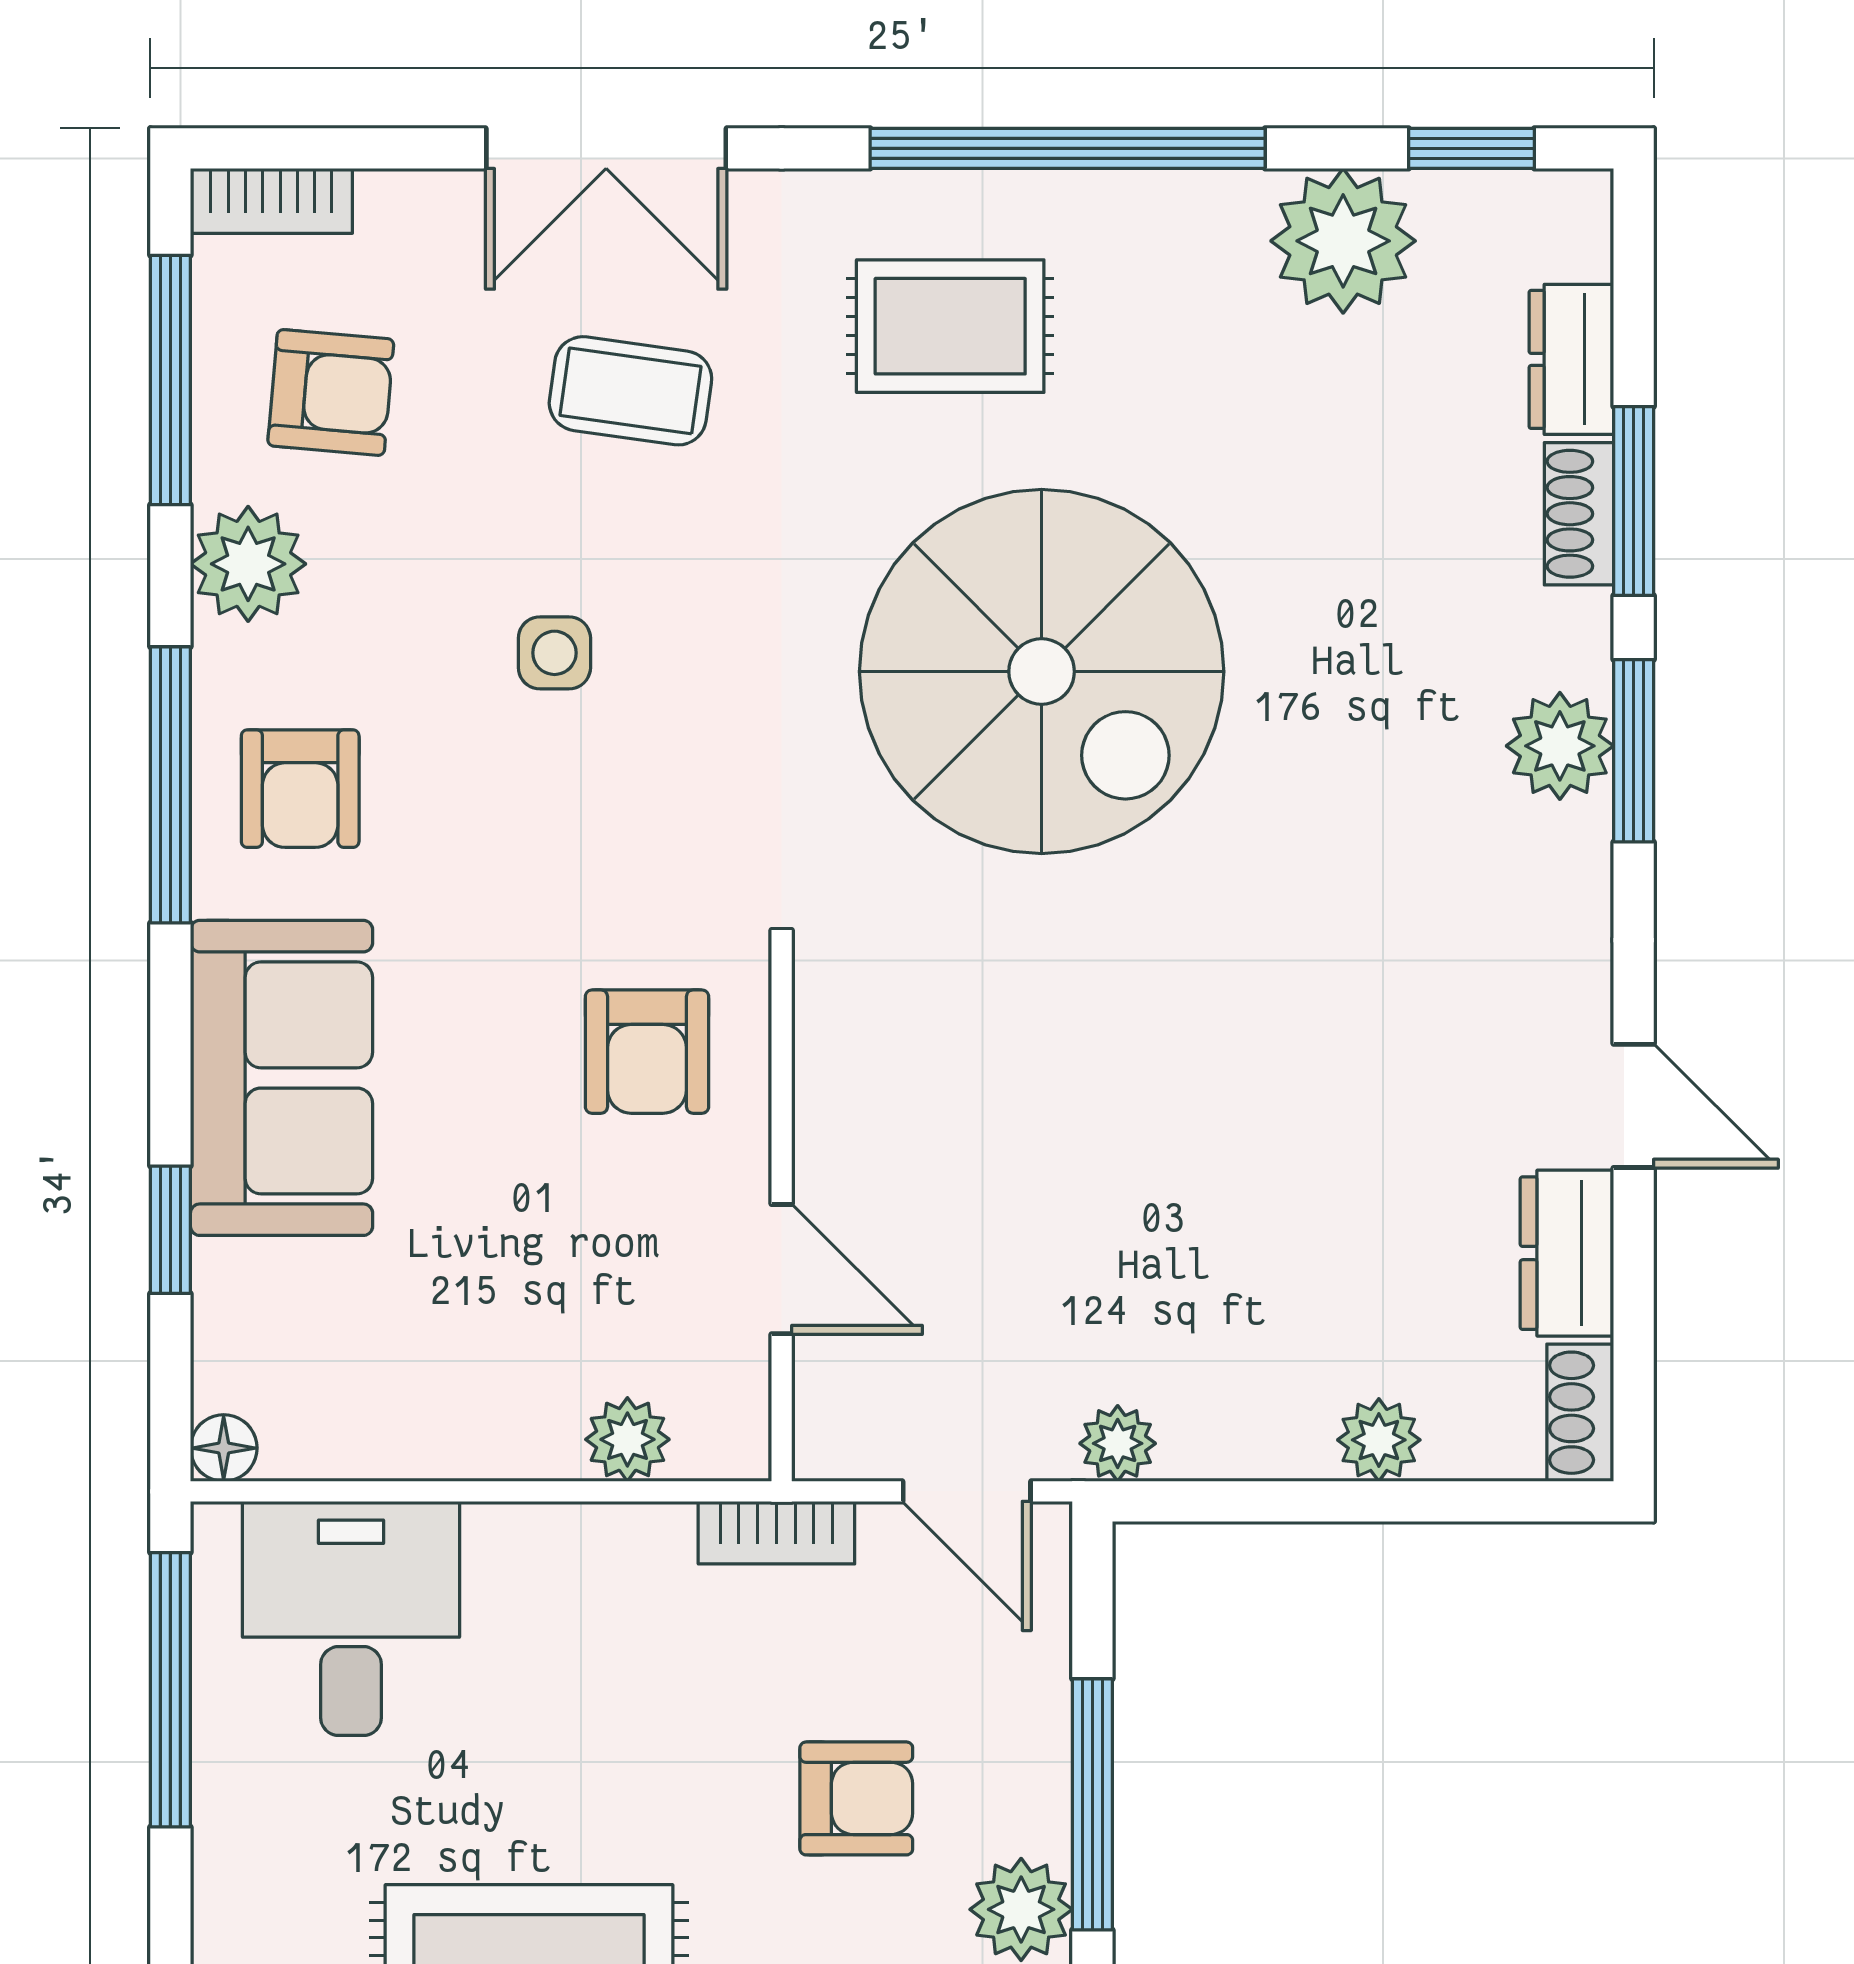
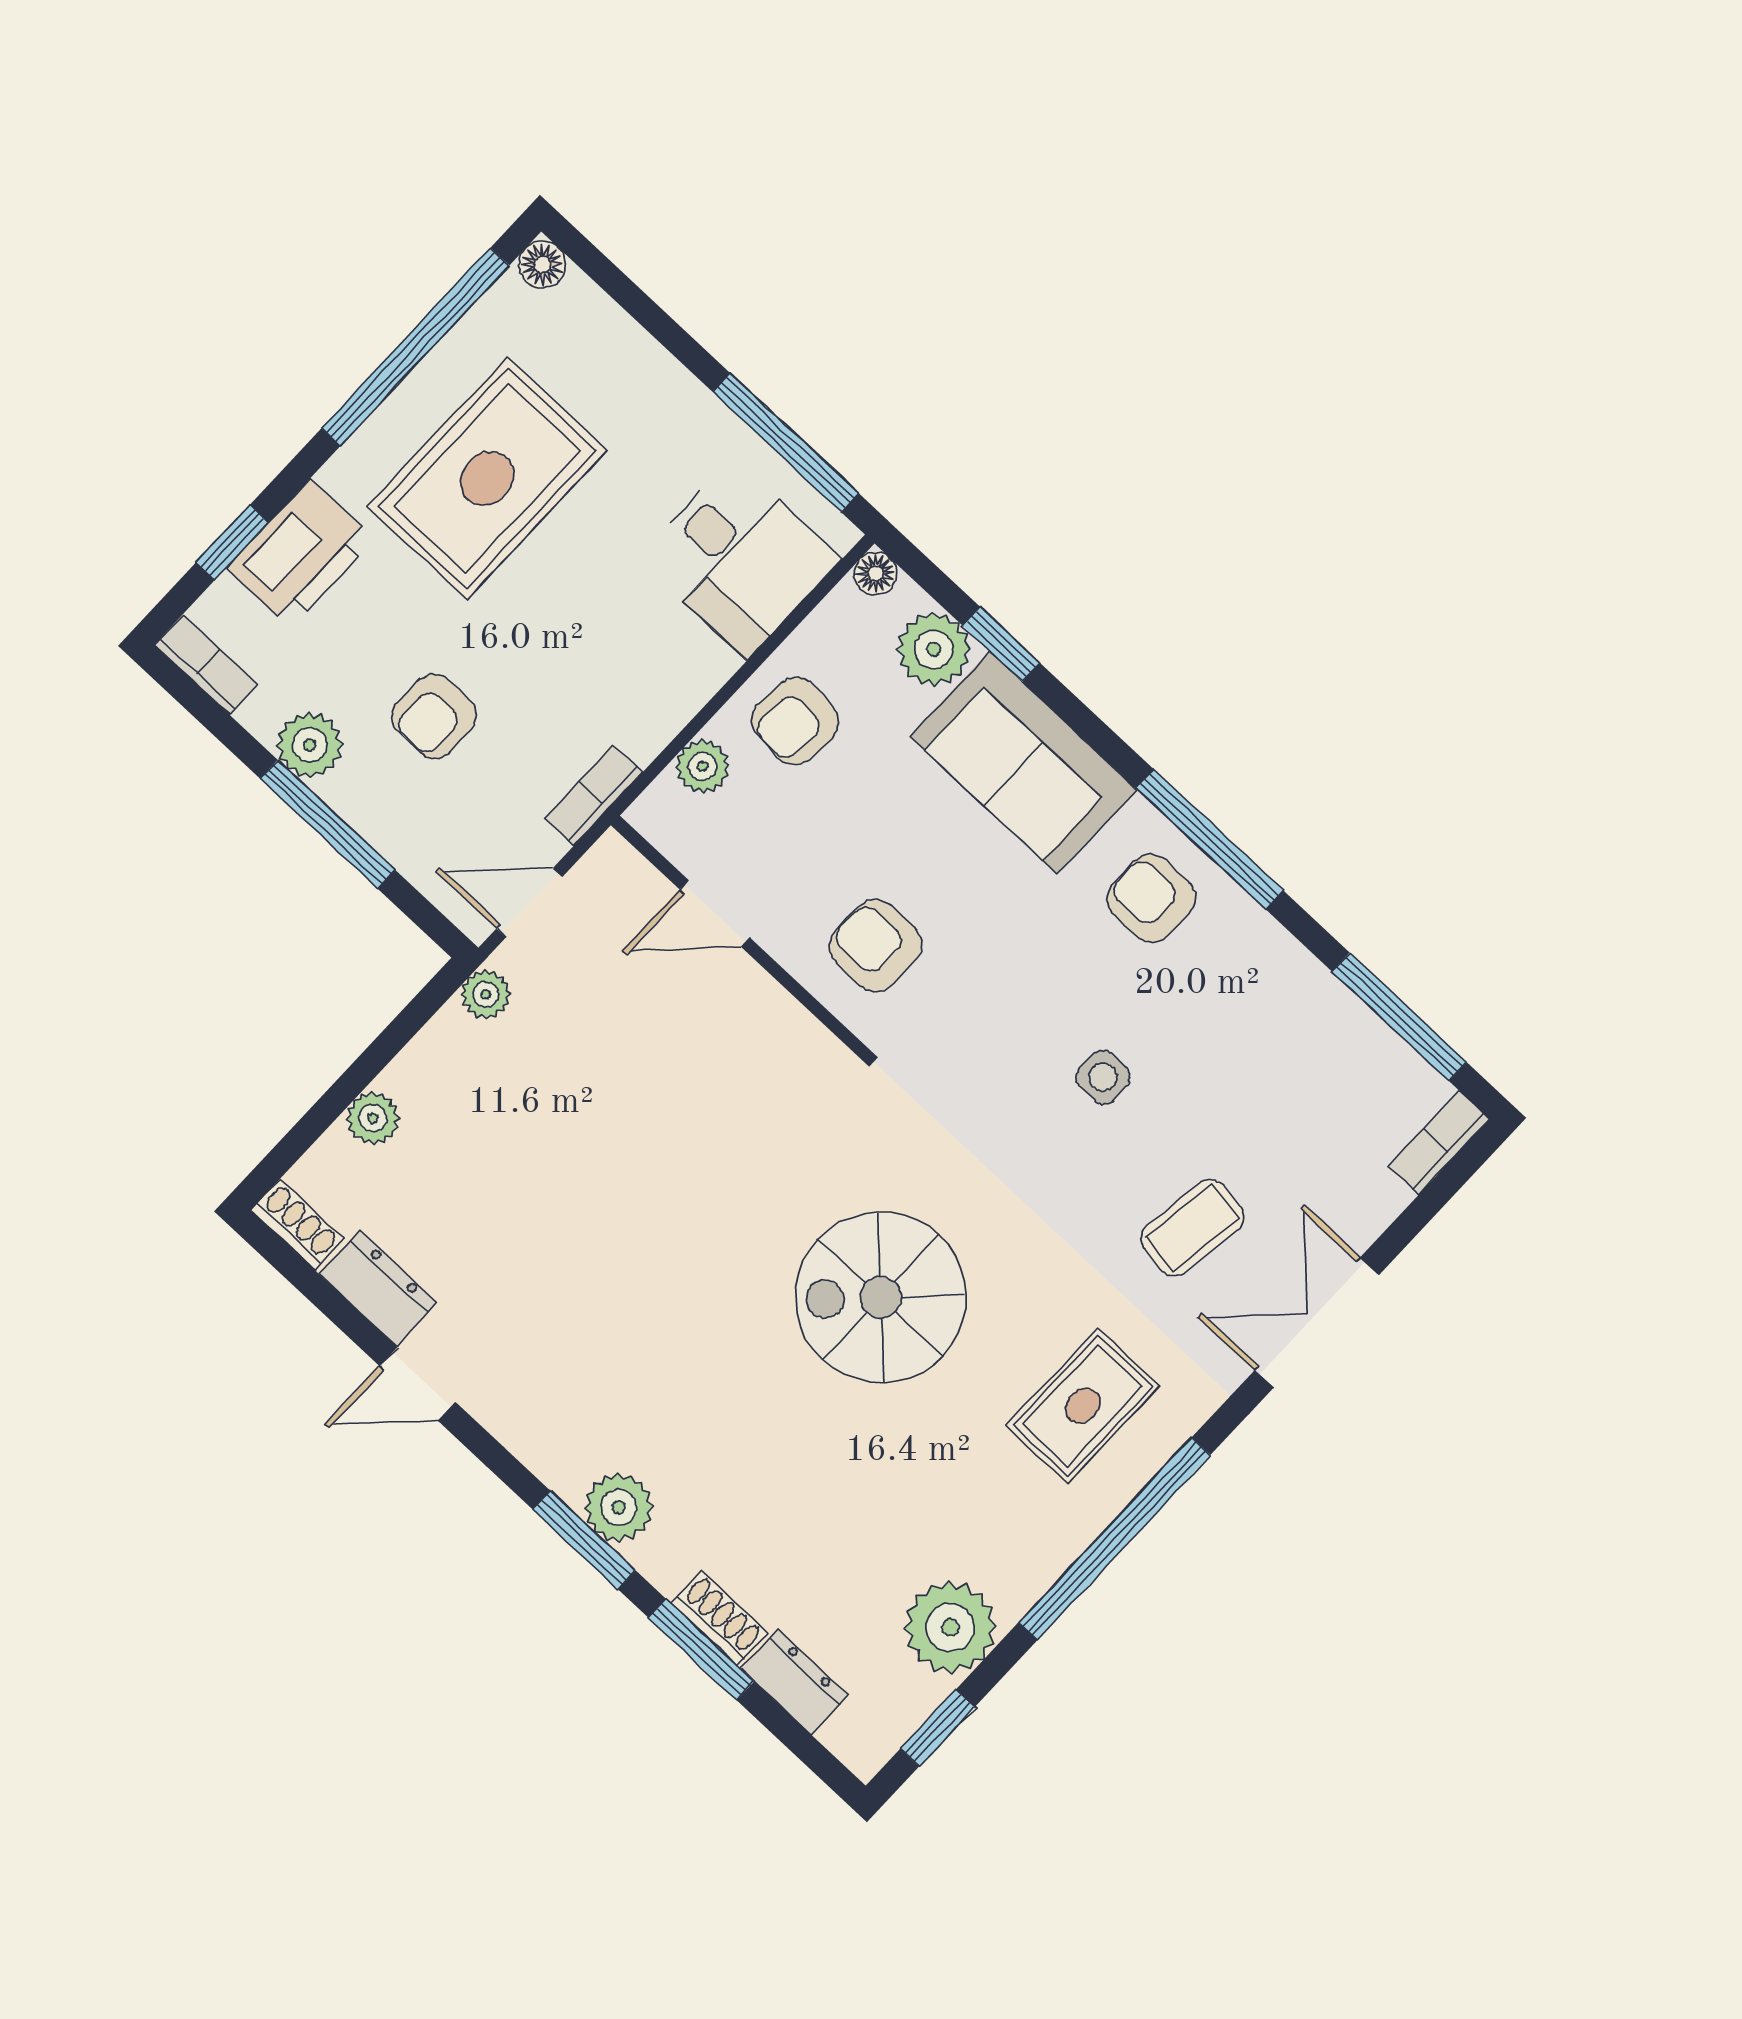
armchair: (331, 392) -> (795, 721), moved
plant: (248, 564) -> (934, 649), moved
spiral stairs: (1042, 672) -> (881, 1297), width x0.73, depth x0.73

